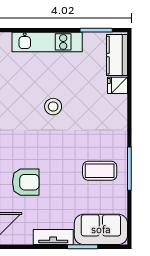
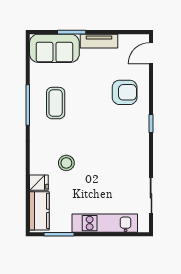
stool: (53, 107) -> (66, 163), moved
coffee table: (100, 171) -> (56, 103), turned 90
armchair: (26, 182) -> (125, 92), turned 180

